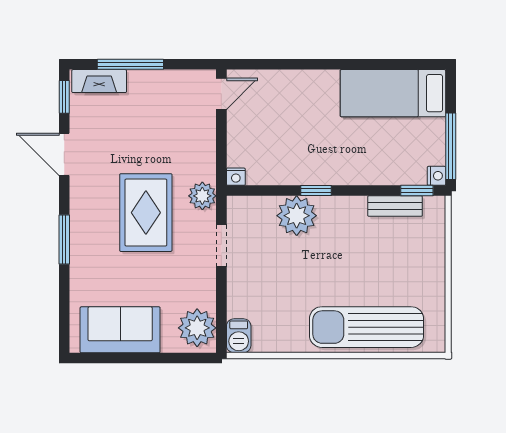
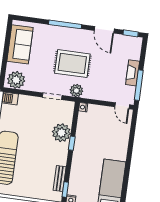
window: (130, 64) -> (139, 85), moved
fireplace: (99, 81) -> (133, 73), moved
door: (64, 154) -> (104, 30), swing flipped
window: (64, 239) -> (65, 24), width x1.44

